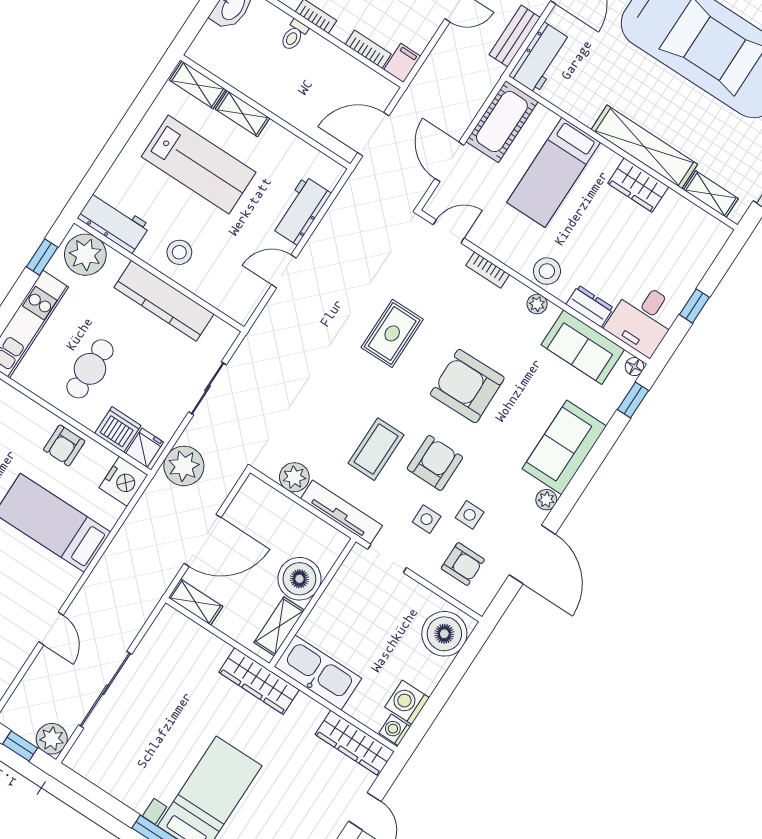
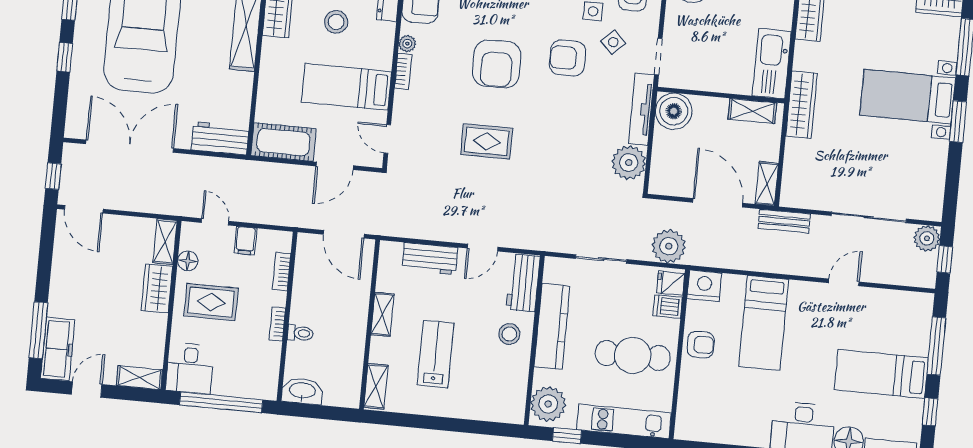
bench: (515, 36) -> (784, 221), moved
filing cabinet: (402, 63) -> (245, 241), moved, turned -90
shelving: (242, 114) -> (382, 314), moved
lab bench: (199, 164) -> (435, 354), width x0.73, depth x0.72
bed: (554, 172) -> (347, 87), moved, turned 180
workbench: (114, 222) -> (523, 283), moved
bookcase: (488, 270) -> (403, 71), moved
door: (284, 271) -> (483, 248), hinge flipped
stool: (547, 271) -> (336, 22), moved
cafe table: (90, 369) -> (633, 355), width x1.37, depth x1.35
dishwasher: (118, 429) -> (668, 306), width x0.73
coffee table: (376, 449) -> (580, 108), removed
plant: (294, 477) -> (629, 163), width x1.36, depth x1.36
side table: (427, 519) -> (613, 42), turned 45
boiler: (299, 579) -> (674, 111), moved

